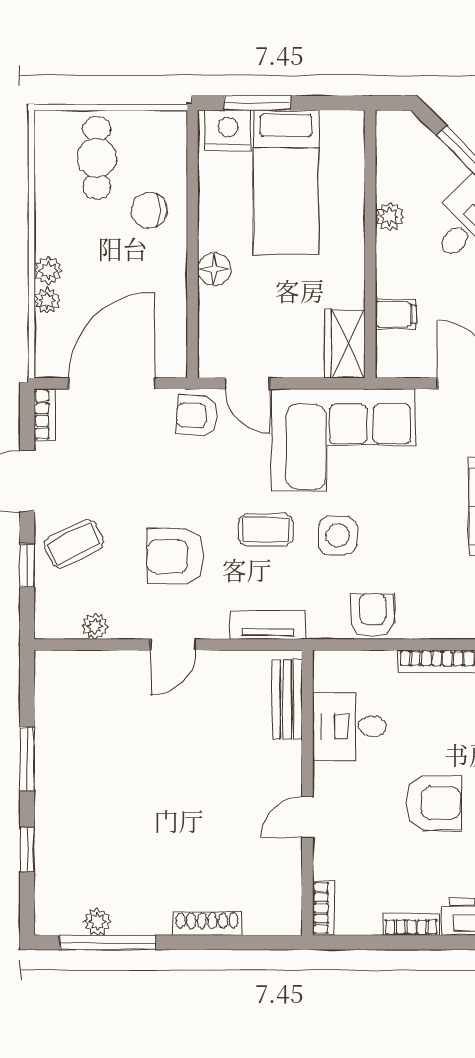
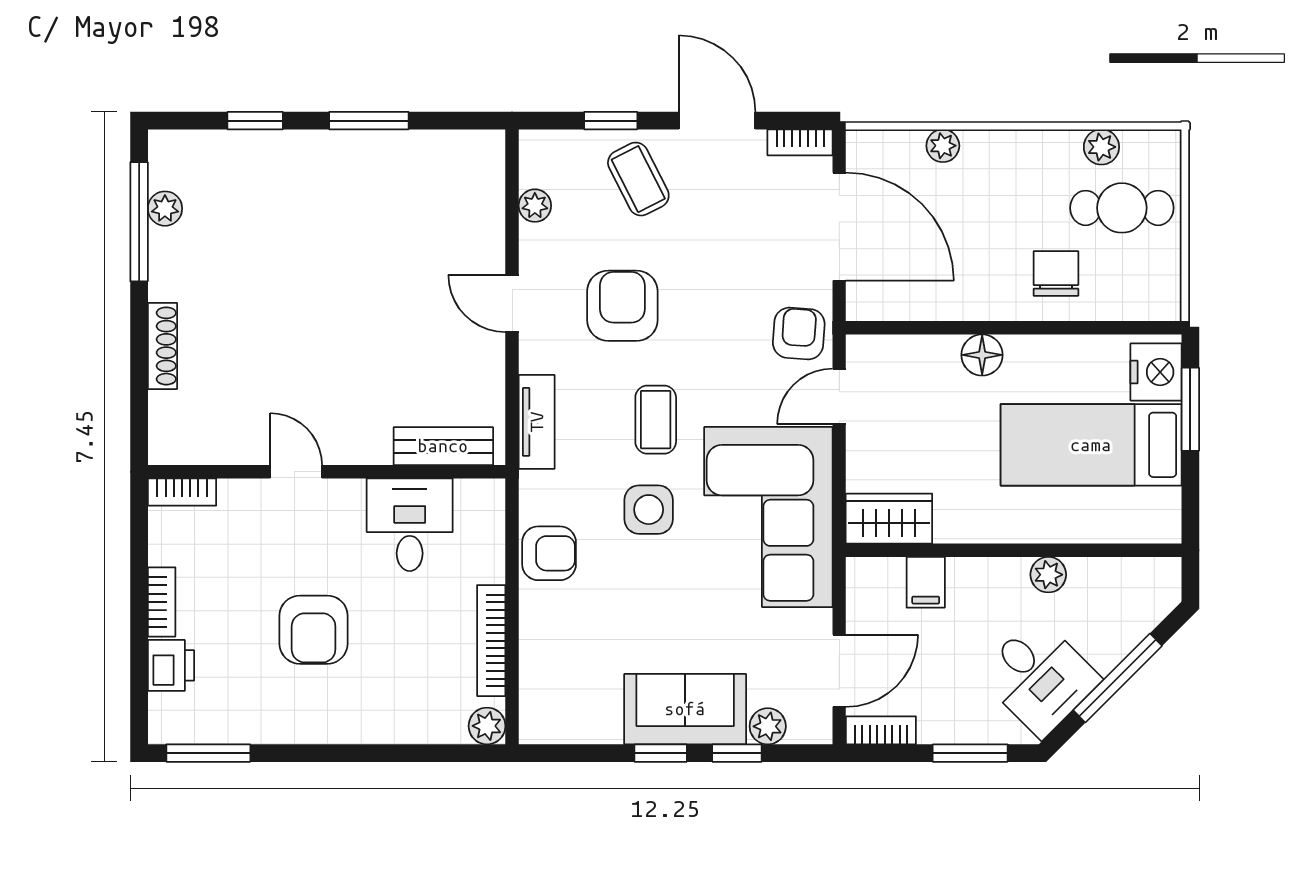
plant: (48, 271) -> (1101, 147), moved

